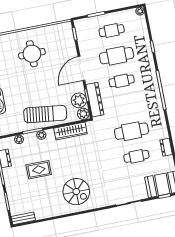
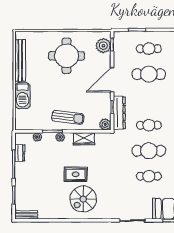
round table: (32, 54) -> (67, 56), width x1.36, depth x1.36
cafe table: (122, 81) -> (149, 125), moved
plant: (79, 100) -> (103, 46), moved
sun lounger: (45, 114) -> (68, 117), width x0.73, depth x0.75
wardrobe: (70, 131) -> (84, 139), width x0.67
rug: (39, 170) -> (76, 174), moved
spiral stairs: (76, 192) -> (83, 199), turned 90

